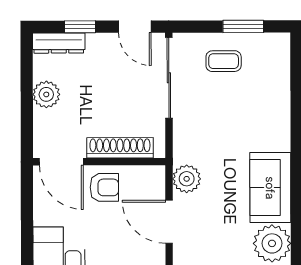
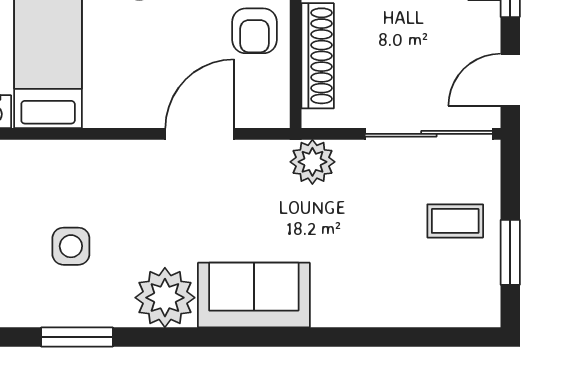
coffee table: (224, 61) -> (455, 221), turned 90
plant: (187, 179) -> (312, 162), moved

